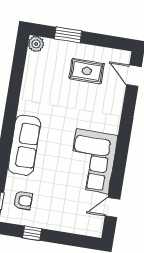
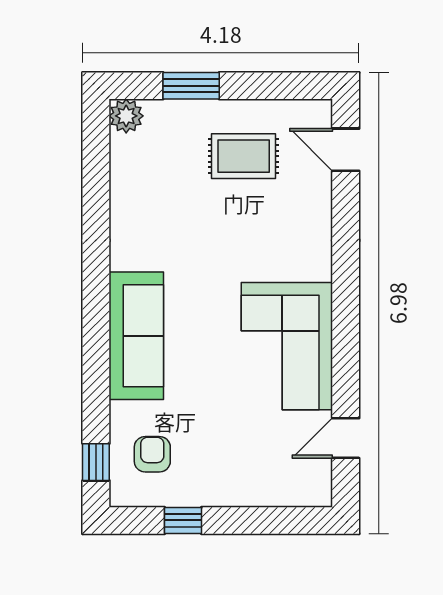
armchair: (23, 201) -> (152, 454), turned -90

